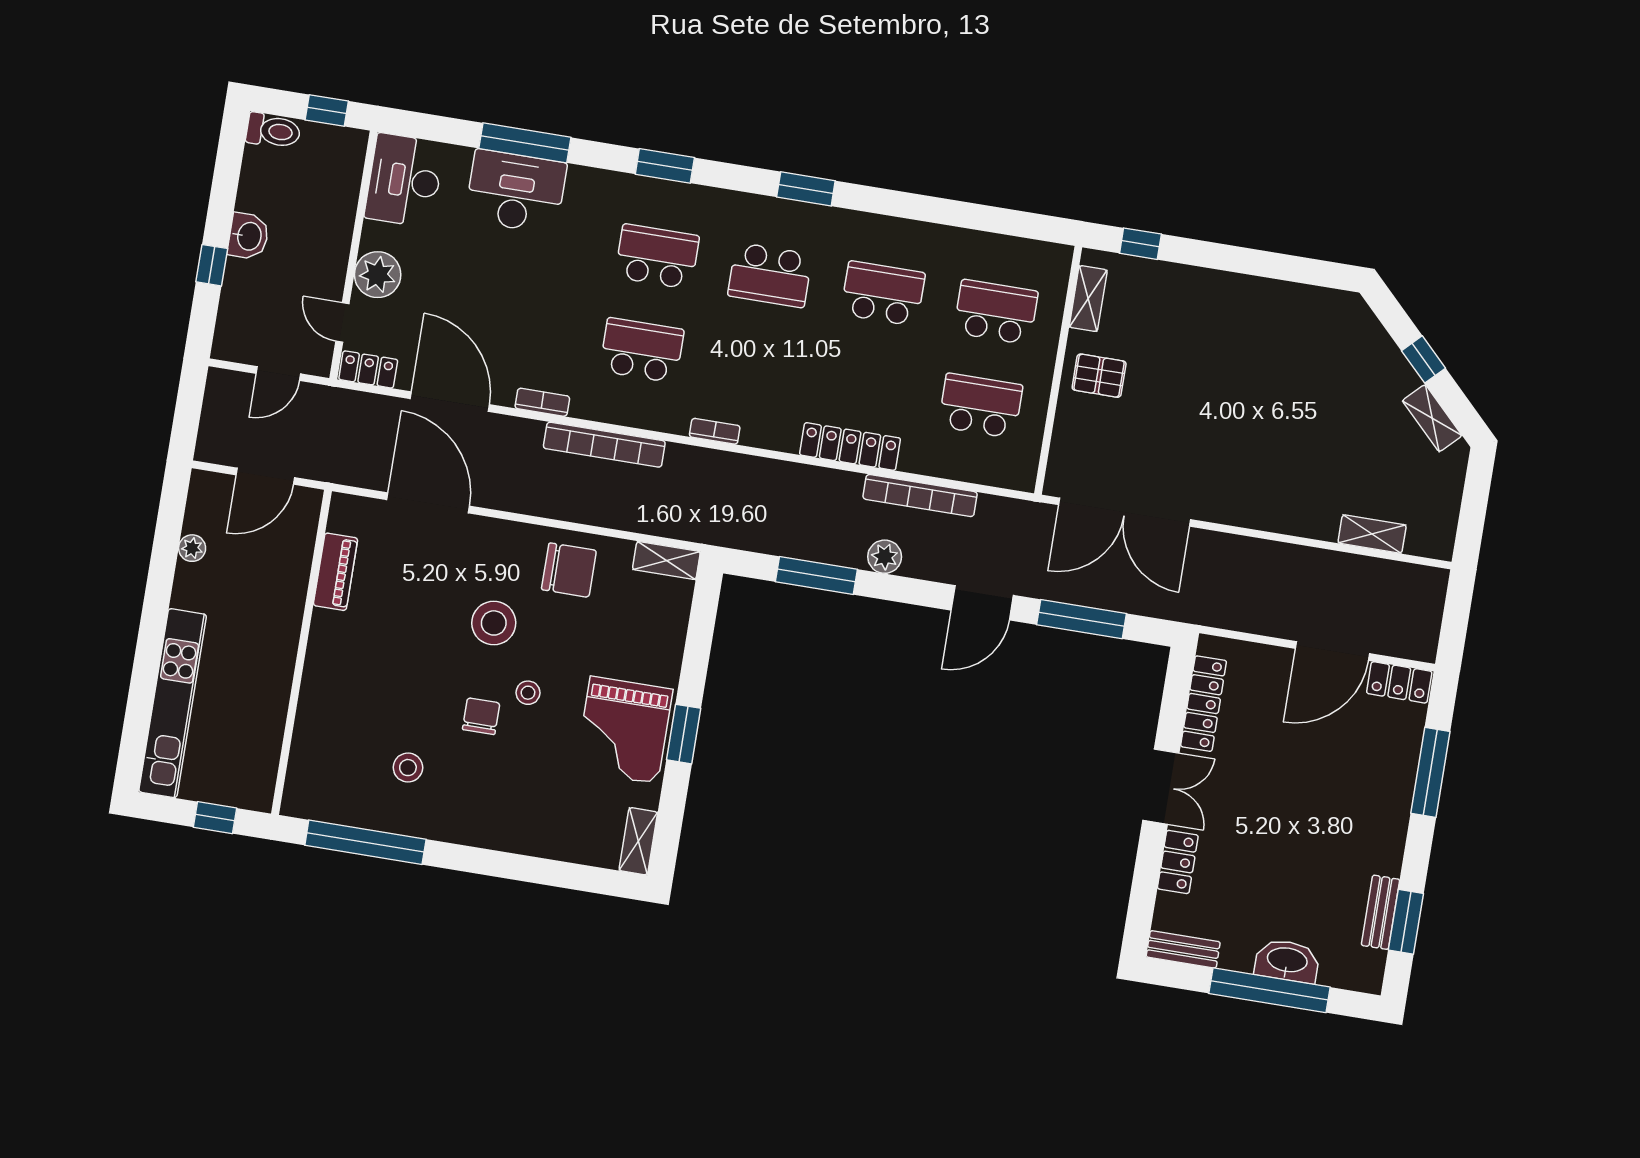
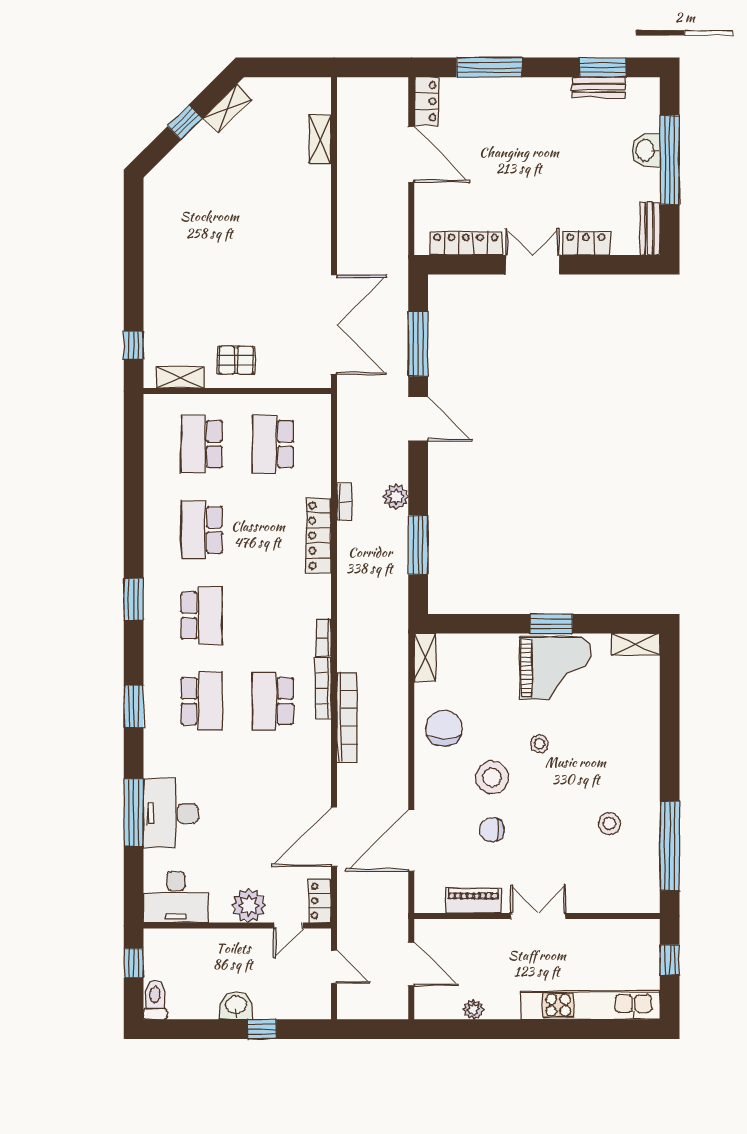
school desk: (657, 257) -> (202, 701), turned 180
pallet: (1099, 376) -> (236, 360), turned 90
bookcase: (542, 402) -> (323, 688), moved, width x1.56
bookcase: (920, 496) -> (344, 502), width x0.43, depth x0.76
double door: (301, 654) -> (538, 916), added
chair: (481, 716) -> (492, 830), moved
washbasin: (1287, 961) -> (646, 150), width x0.72

